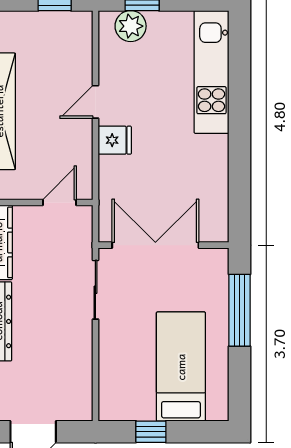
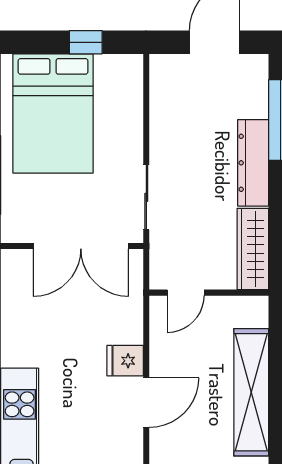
door: (95, 102) -> (146, 403), width x1.38
bed: (181, 367) -> (53, 113), width x1.50

